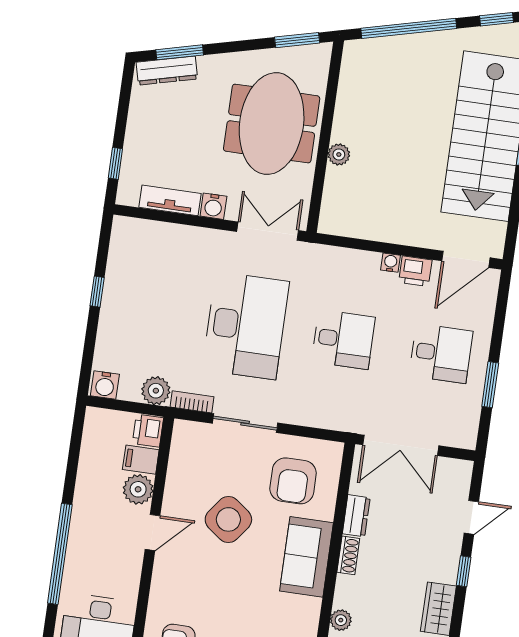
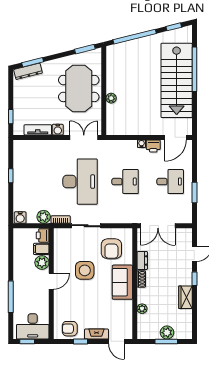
side table: (228, 519) -> (85, 270), turned -37
window: (60, 554) -> (11, 297), width x0.68

